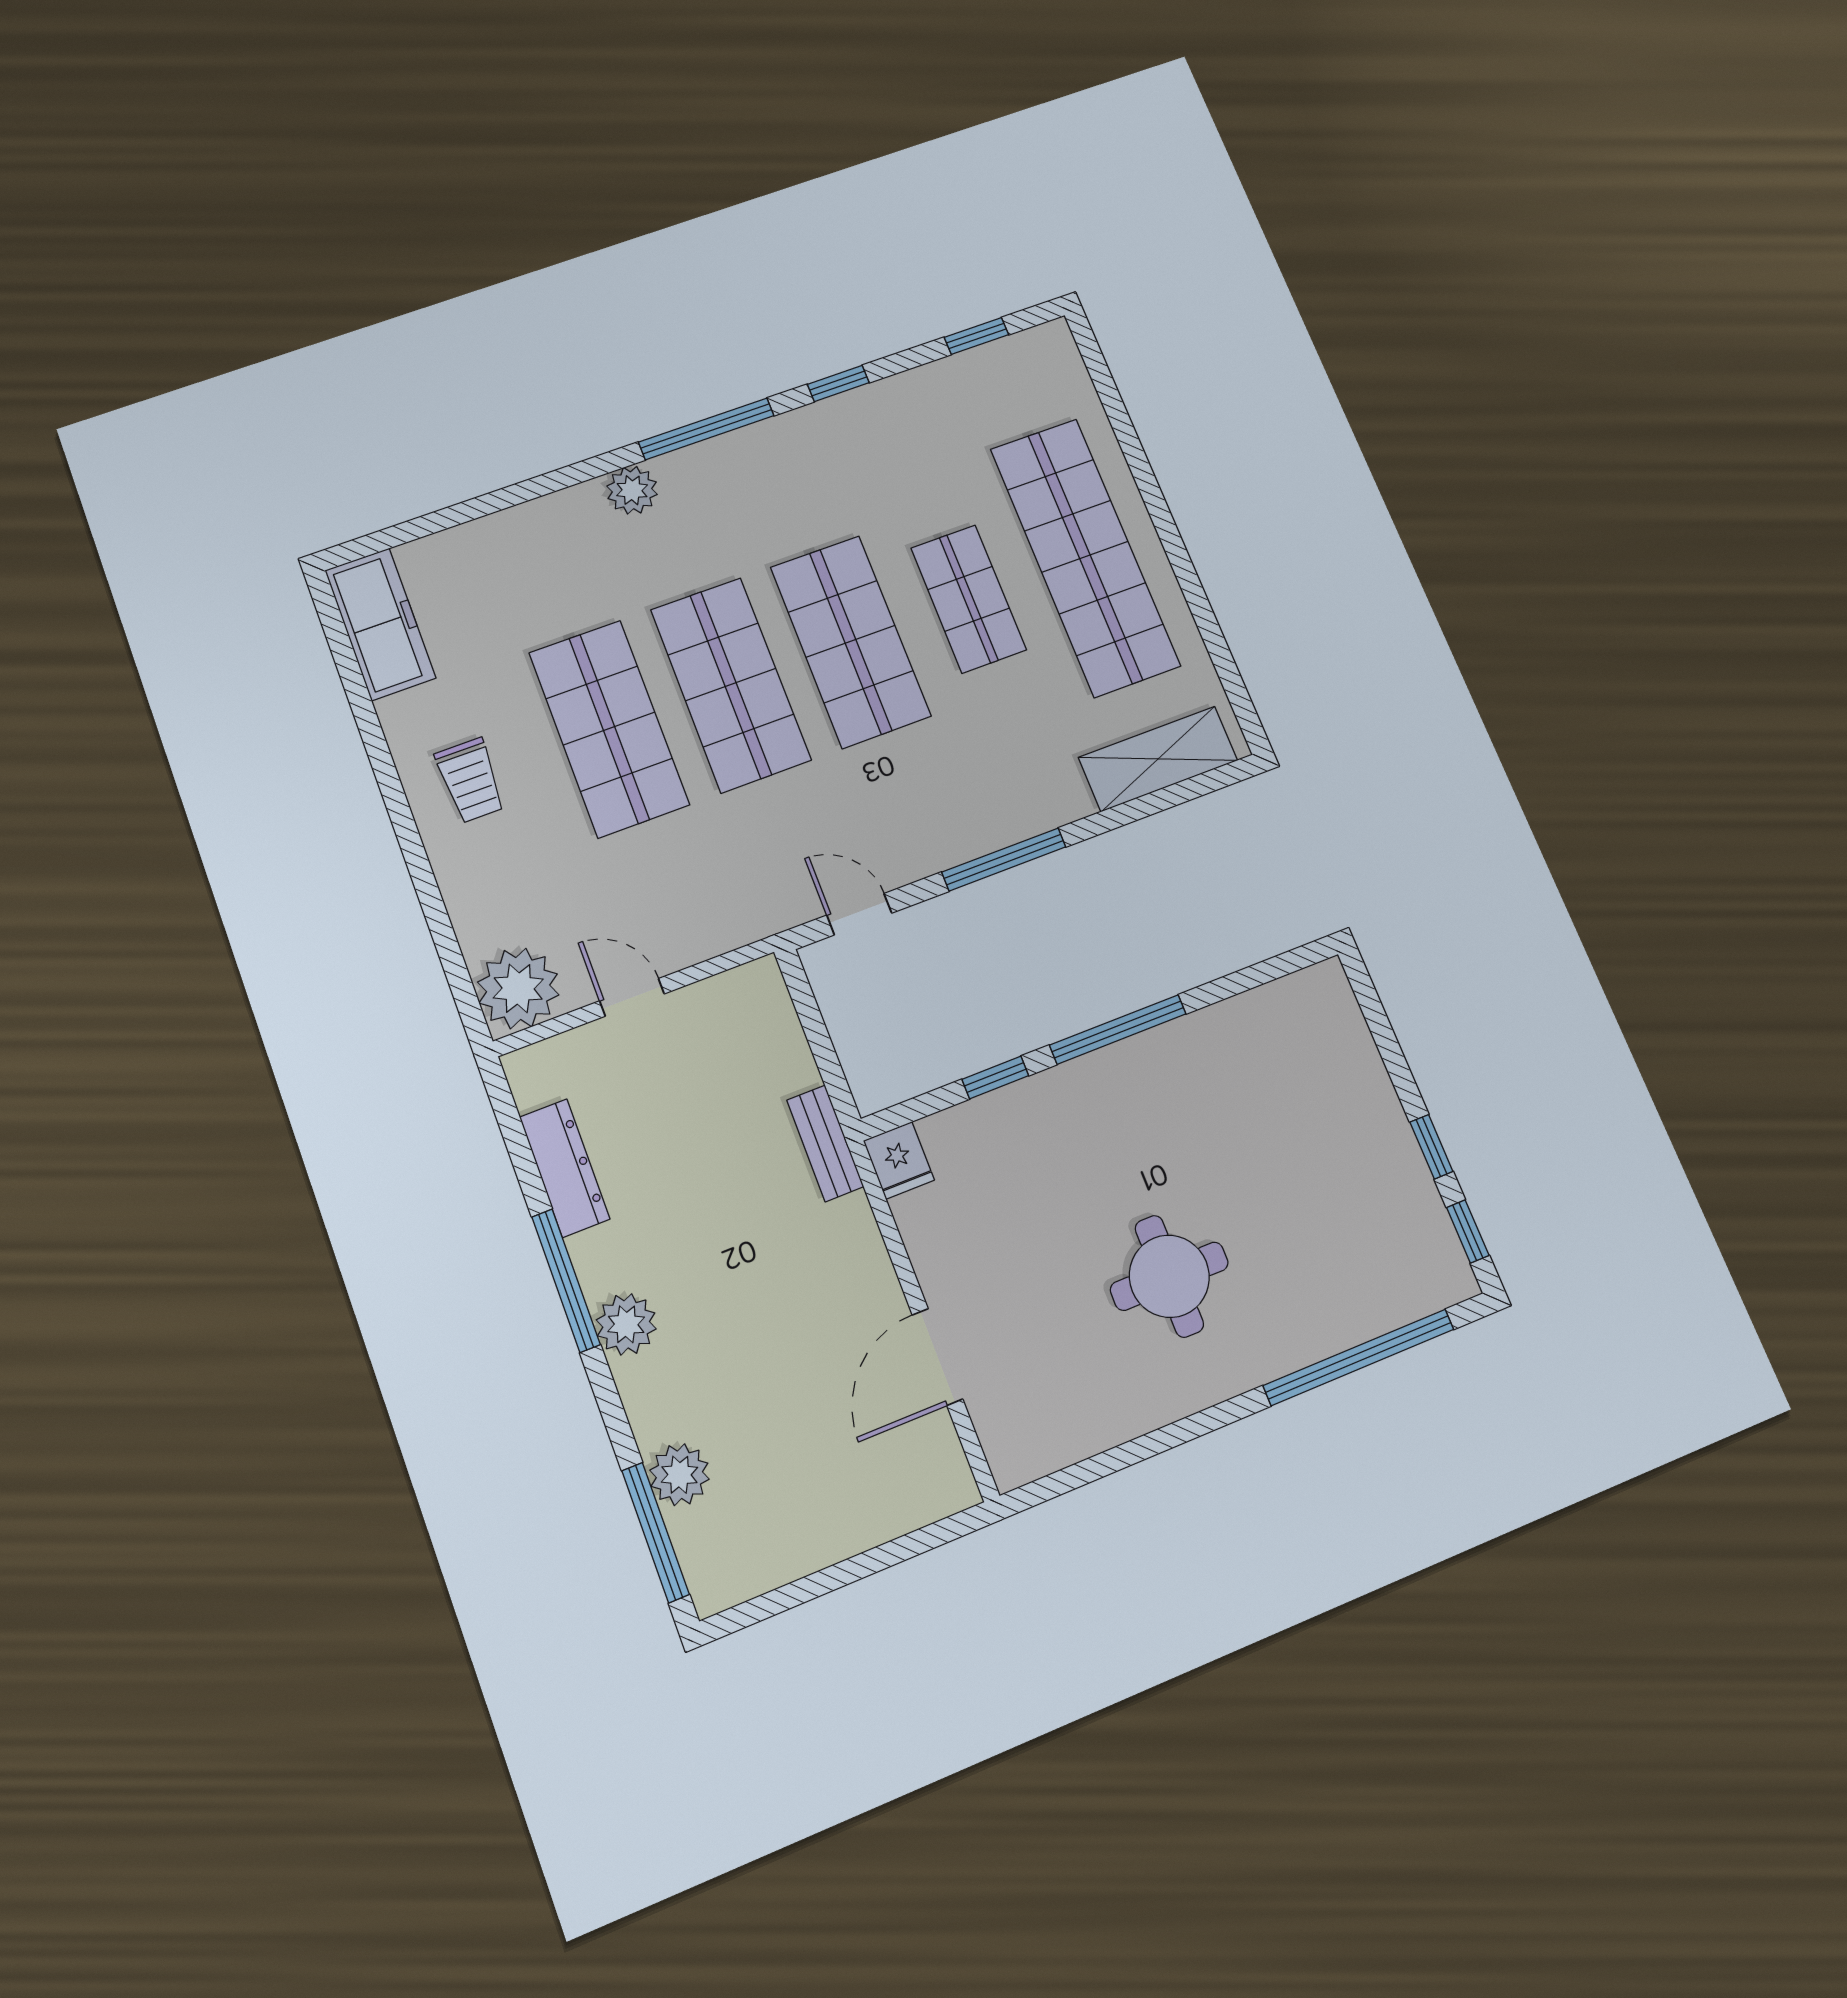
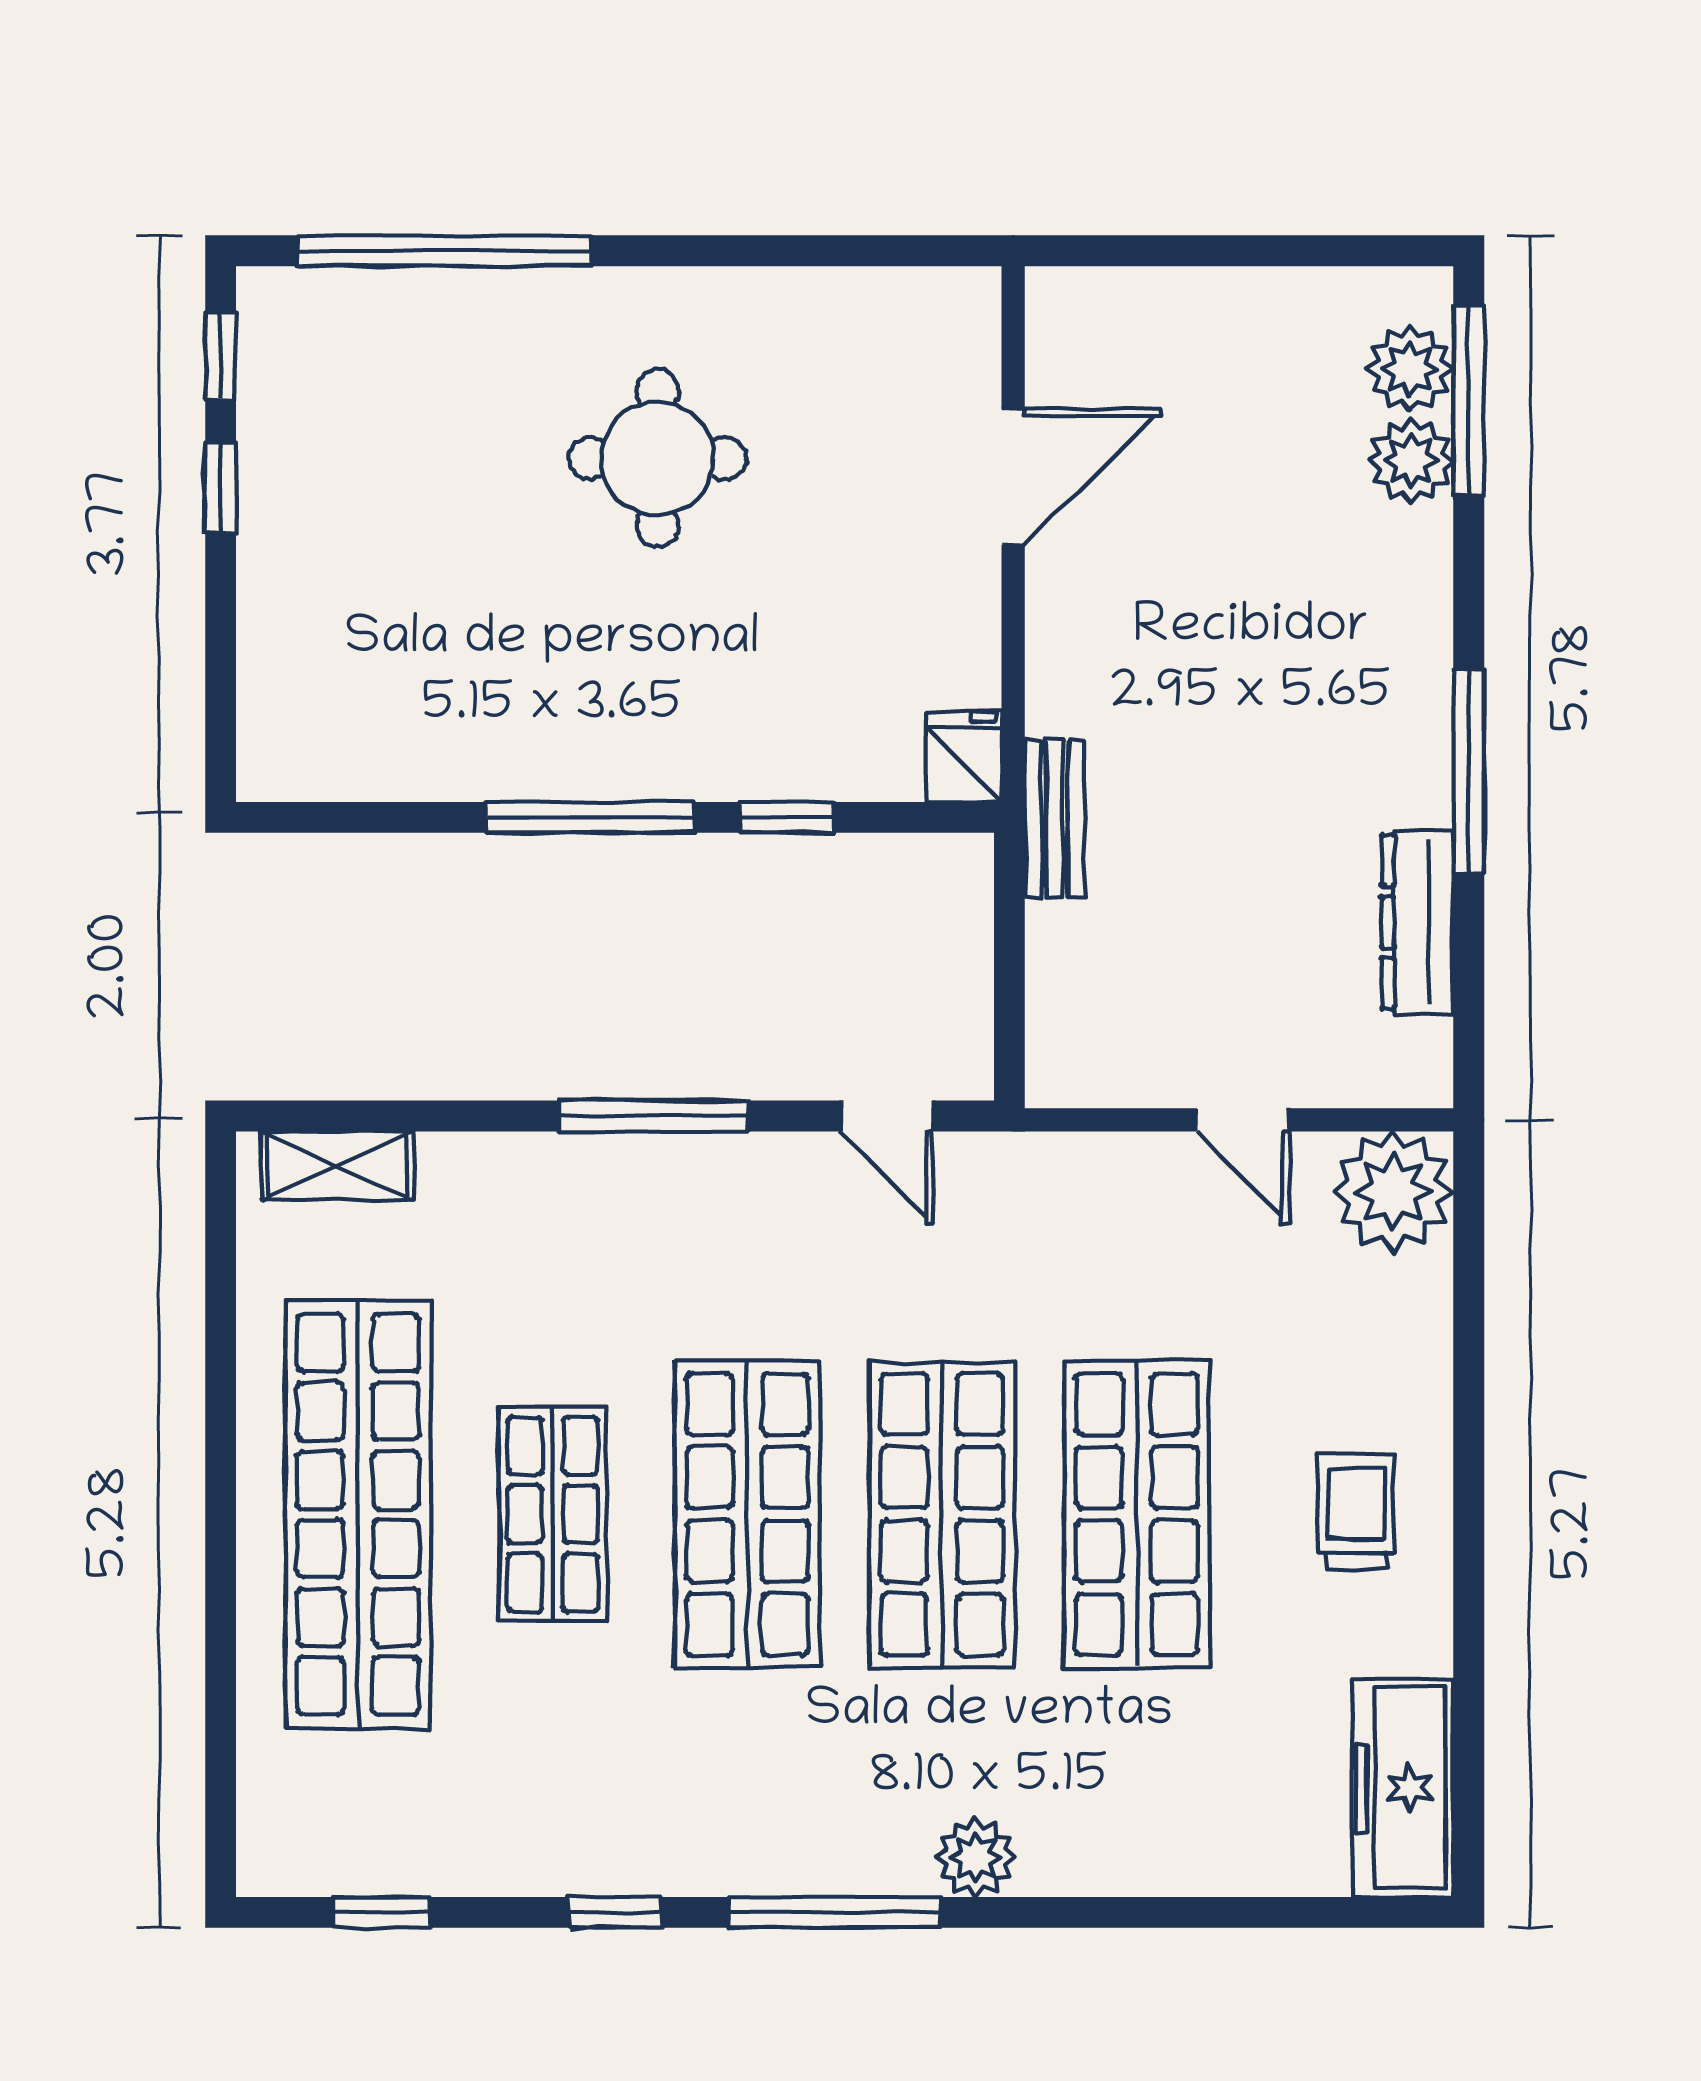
shelving: (1158, 759) -> (337, 1165), width x0.67, depth x0.75
plant: (626, 1324) -> (1410, 369), moved

